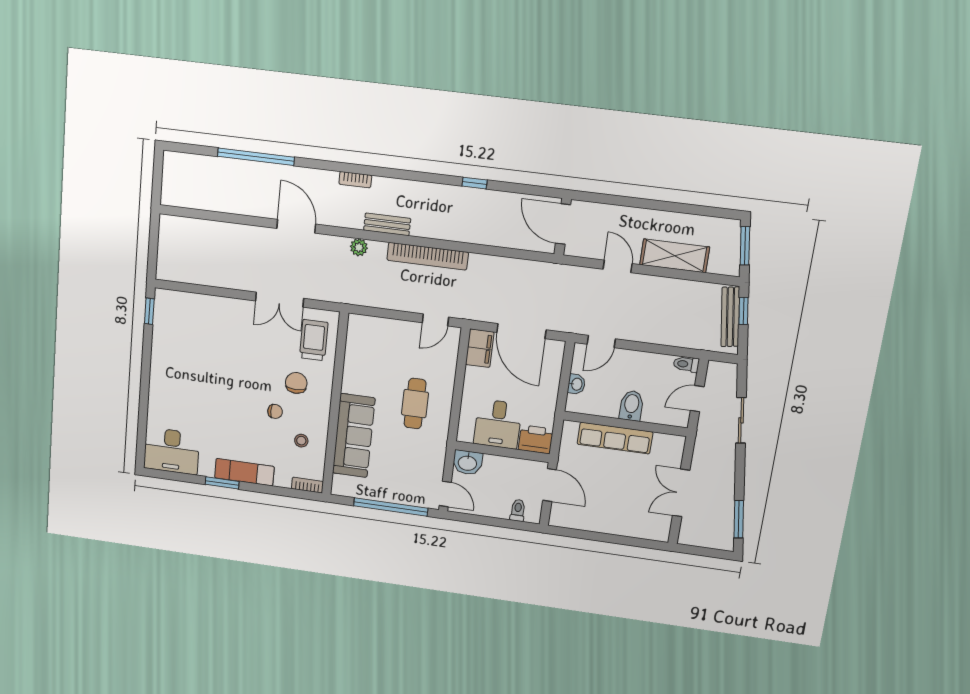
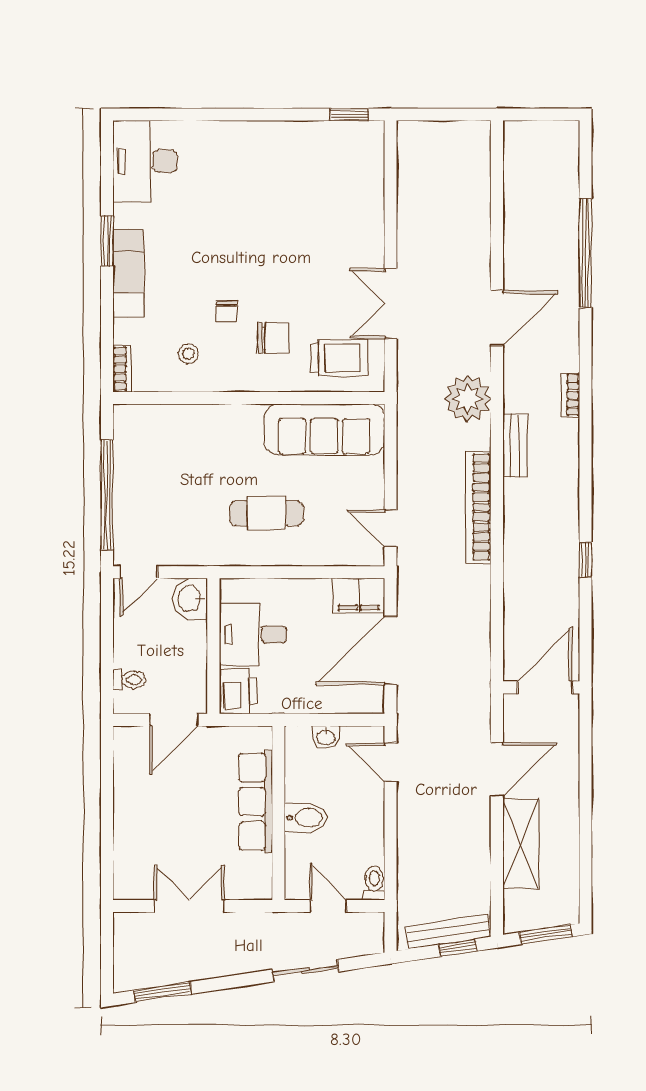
plant: (359, 247) -> (468, 399), width x1.87, depth x1.87
door: (618, 266) -> (497, 769), width x1.38
sofa: (354, 436) -> (324, 430), moved

